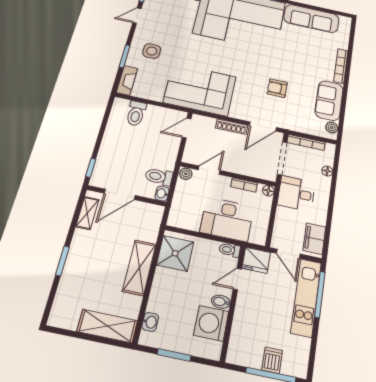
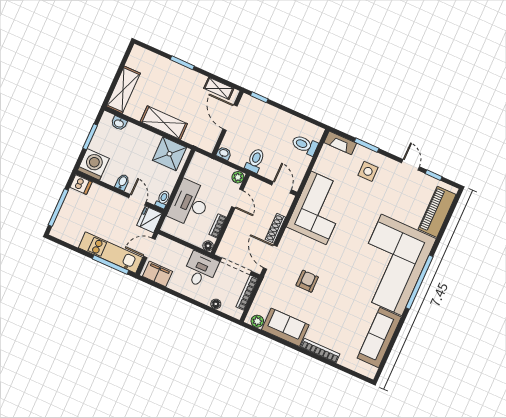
toilet: (159, 177) -> (255, 160), moved
washing machine: (211, 323) -> (93, 164), moved
dishwasher: (272, 360) -> (81, 185), moved

